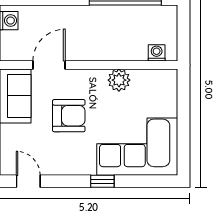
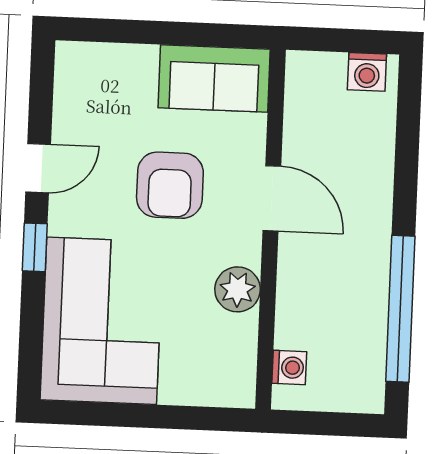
door: (49, 65) -> (272, 198), moved
door: (28, 181) -> (38, 168), moved

